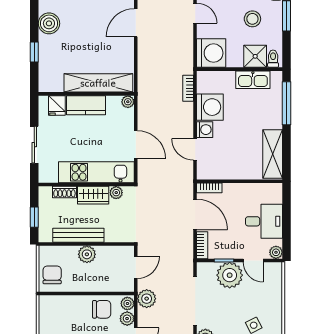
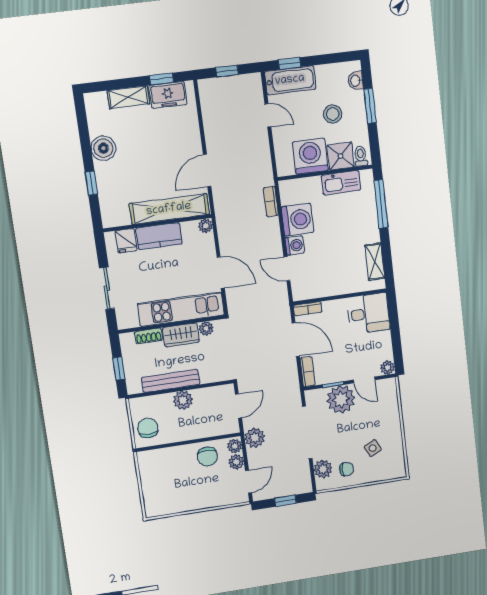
door: (136, 23) -> (207, 170), moved
washing machine: (211, 53) -> (310, 156), moved, turned -90
shelving: (273, 154) -> (375, 262), width x0.67, depth x0.75
desk: (264, 221) -> (368, 313), moved
chair: (102, 309) -> (207, 457), turned 90

